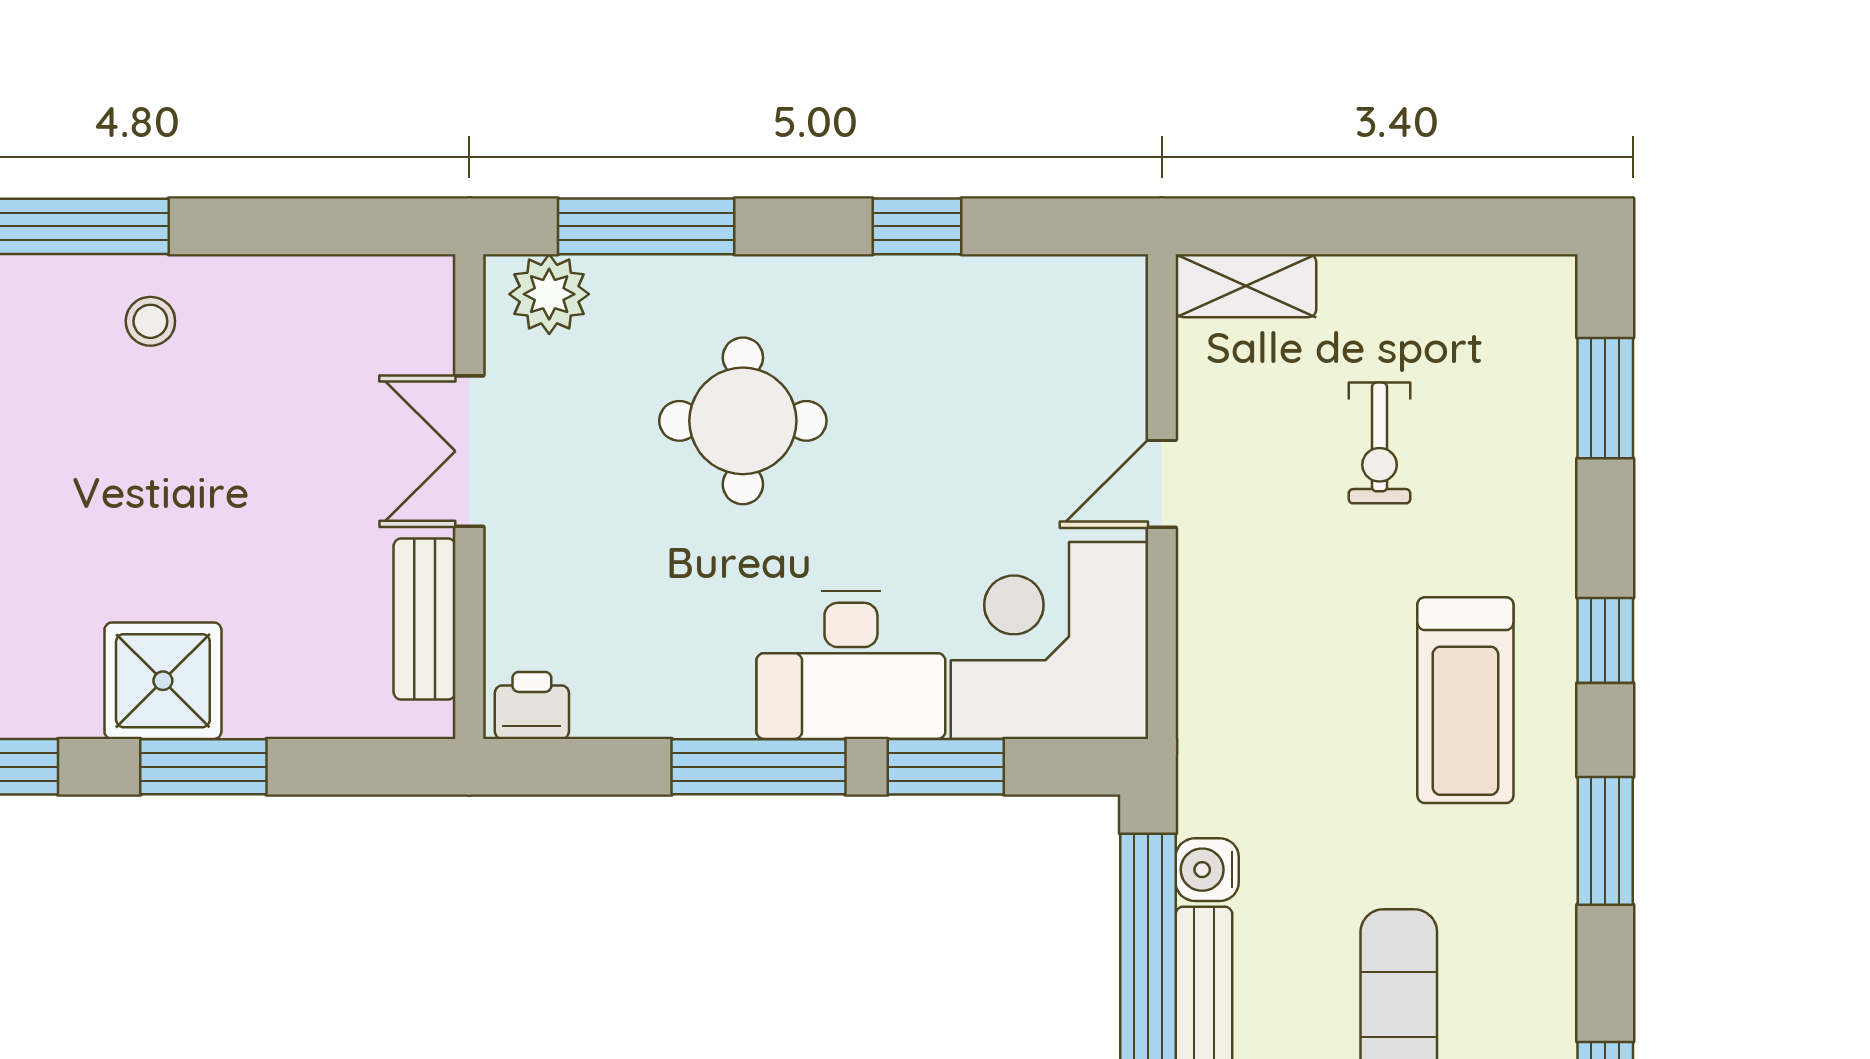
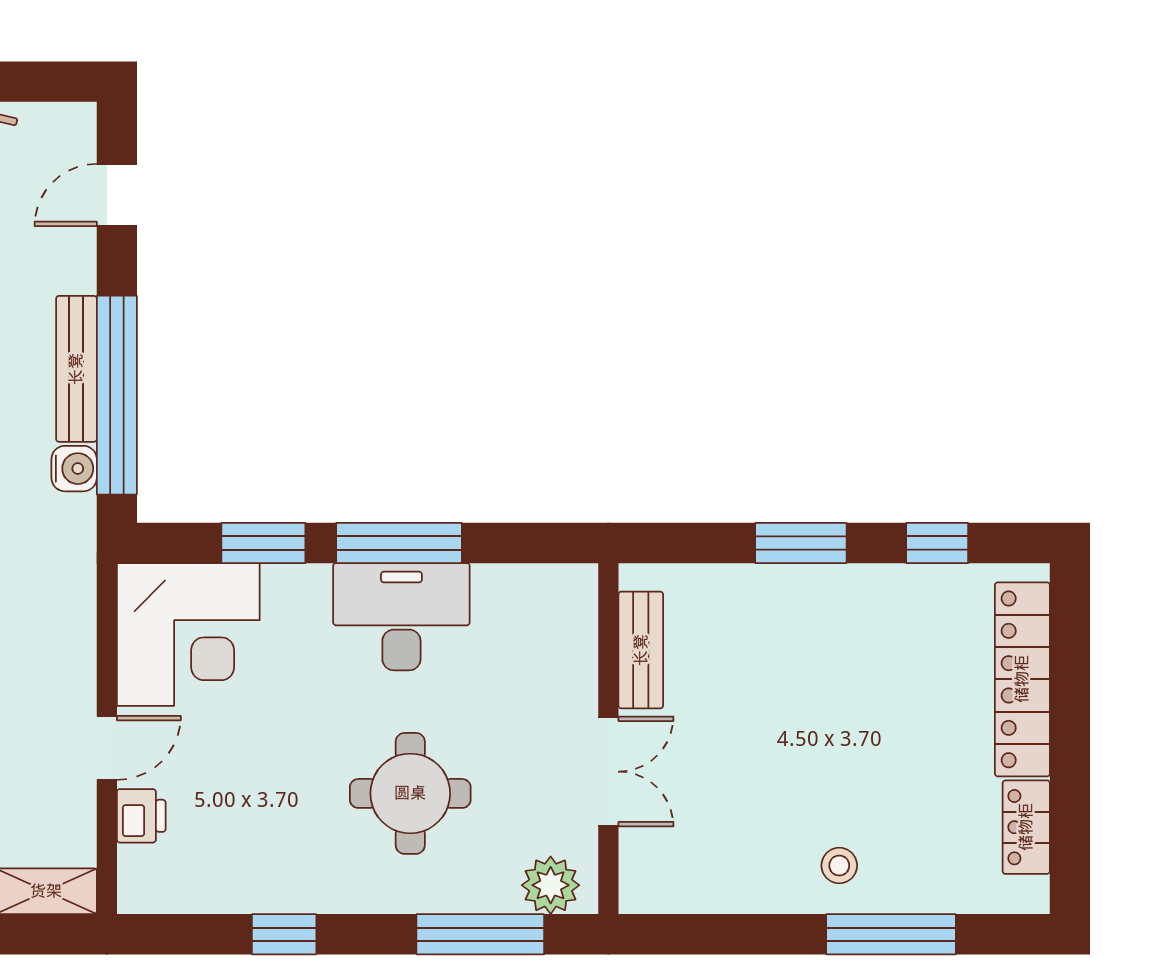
desk: (851, 665) -> (401, 617), moved
shower: (163, 681) -> (830, 605), removed
printer: (532, 705) -> (141, 816), moved, turned -90

